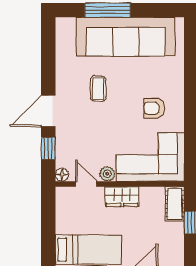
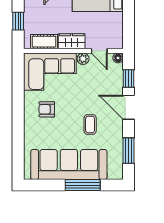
window: (48, 55) -> (128, 151), added
armchair: (154, 108) -> (47, 109), turned 180
door: (48, 111) -> (128, 107), swing flipped
cot: (175, 204) -> (44, 42), moved, turned 90

